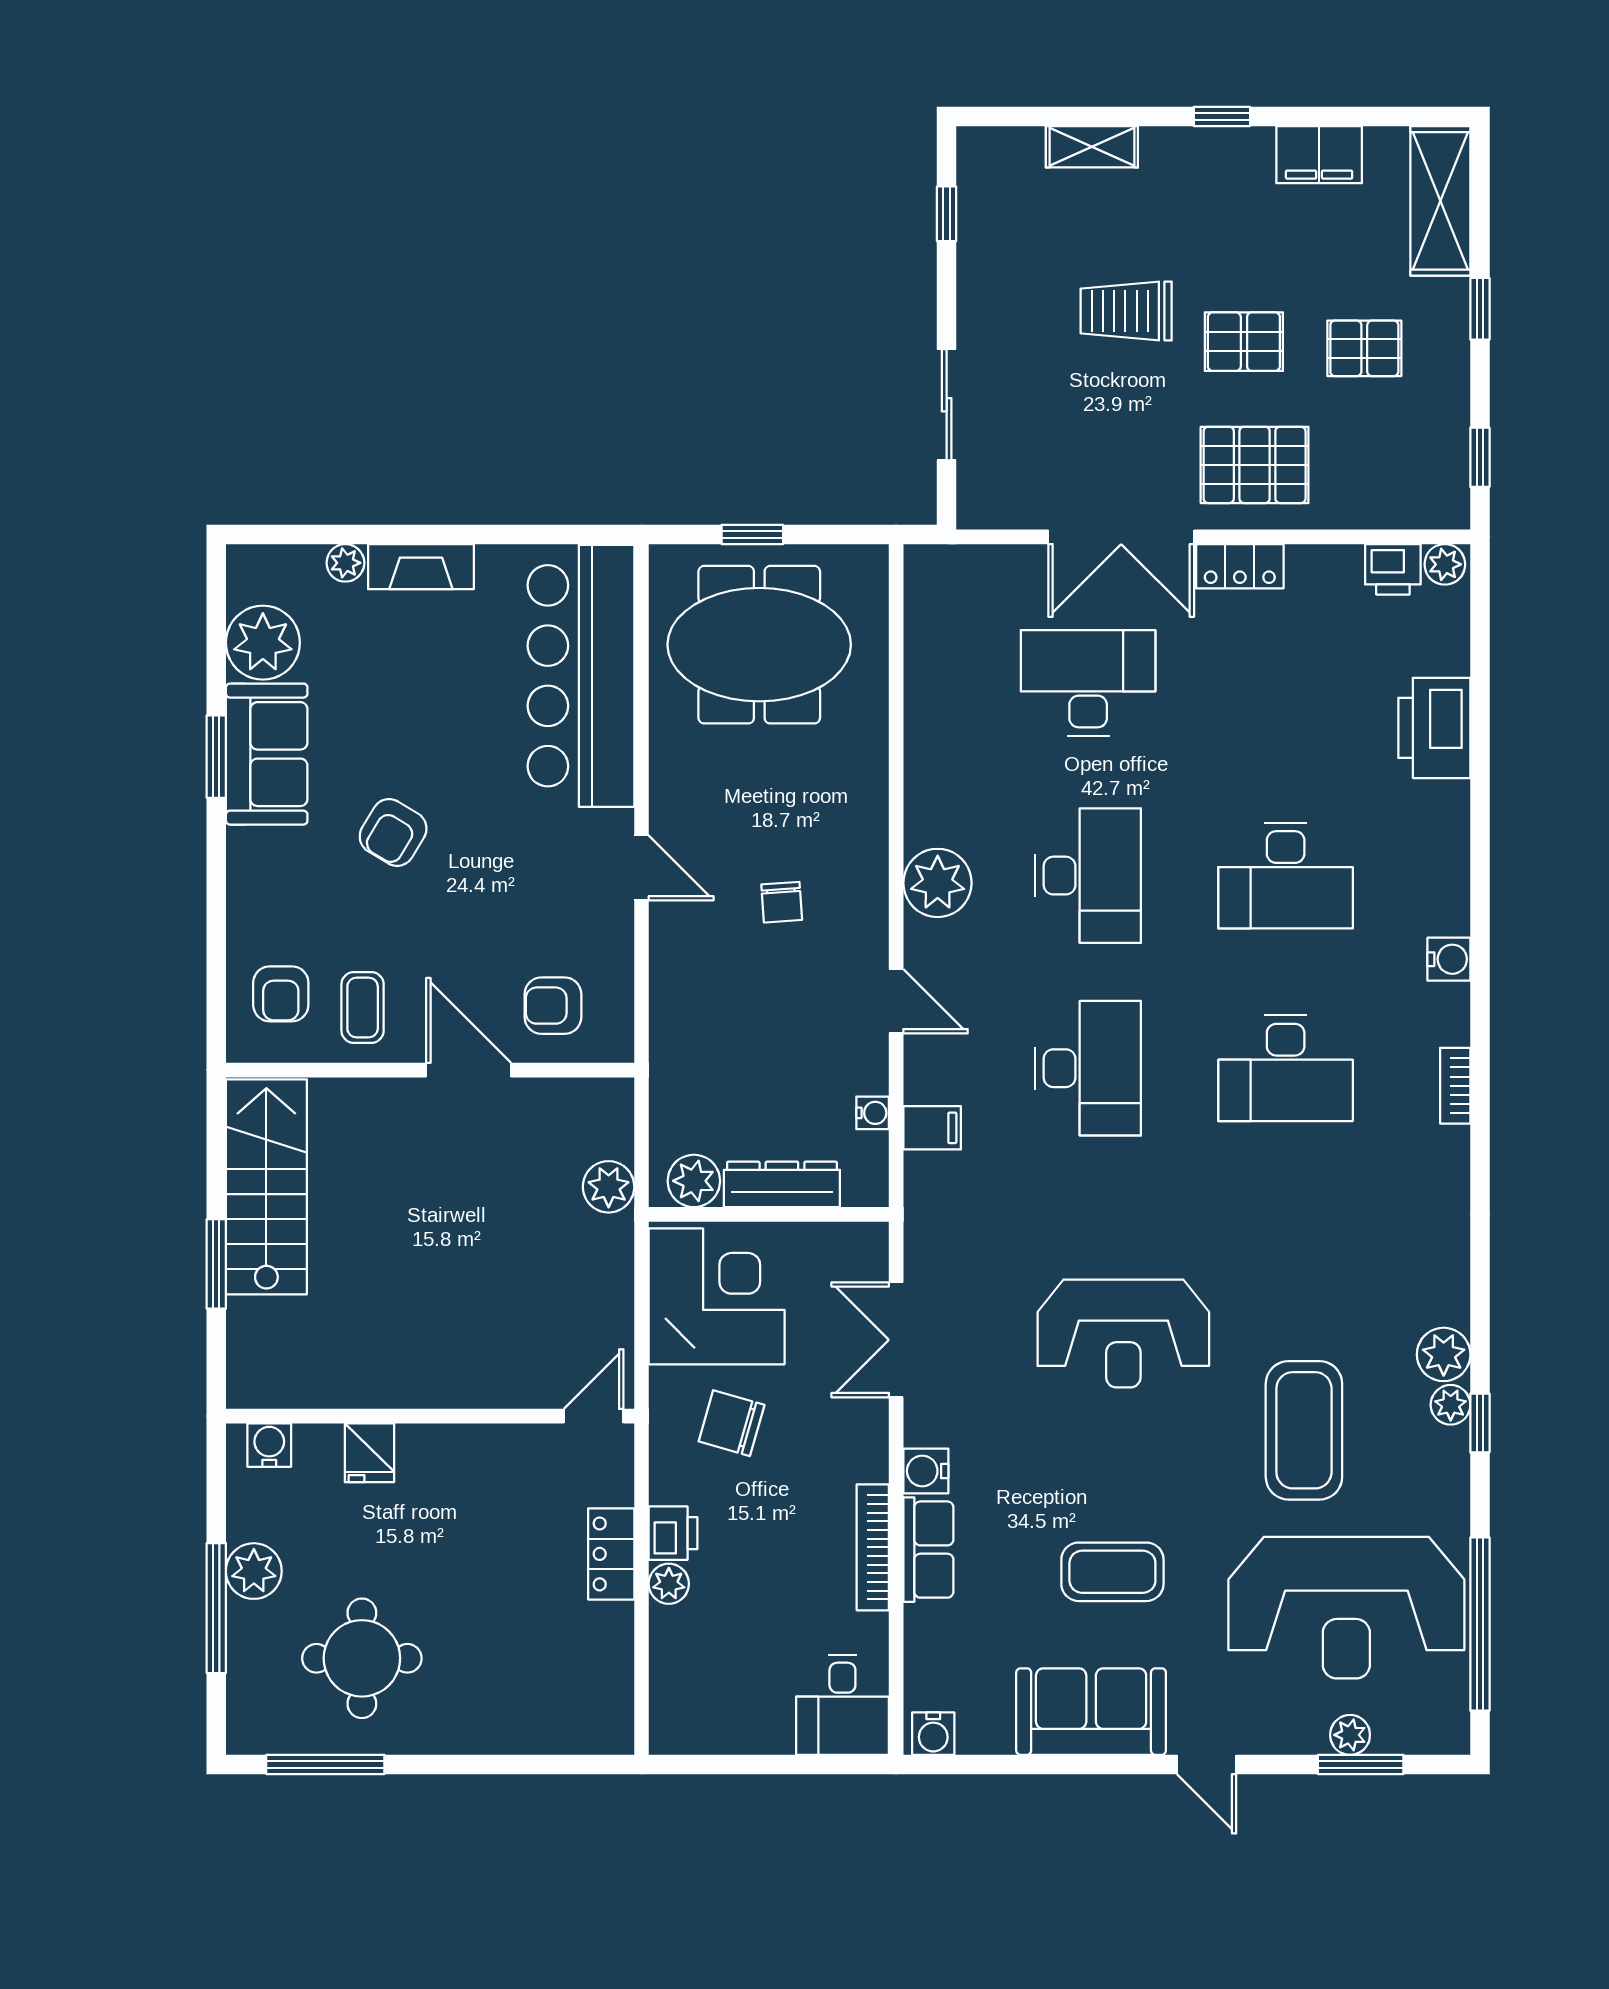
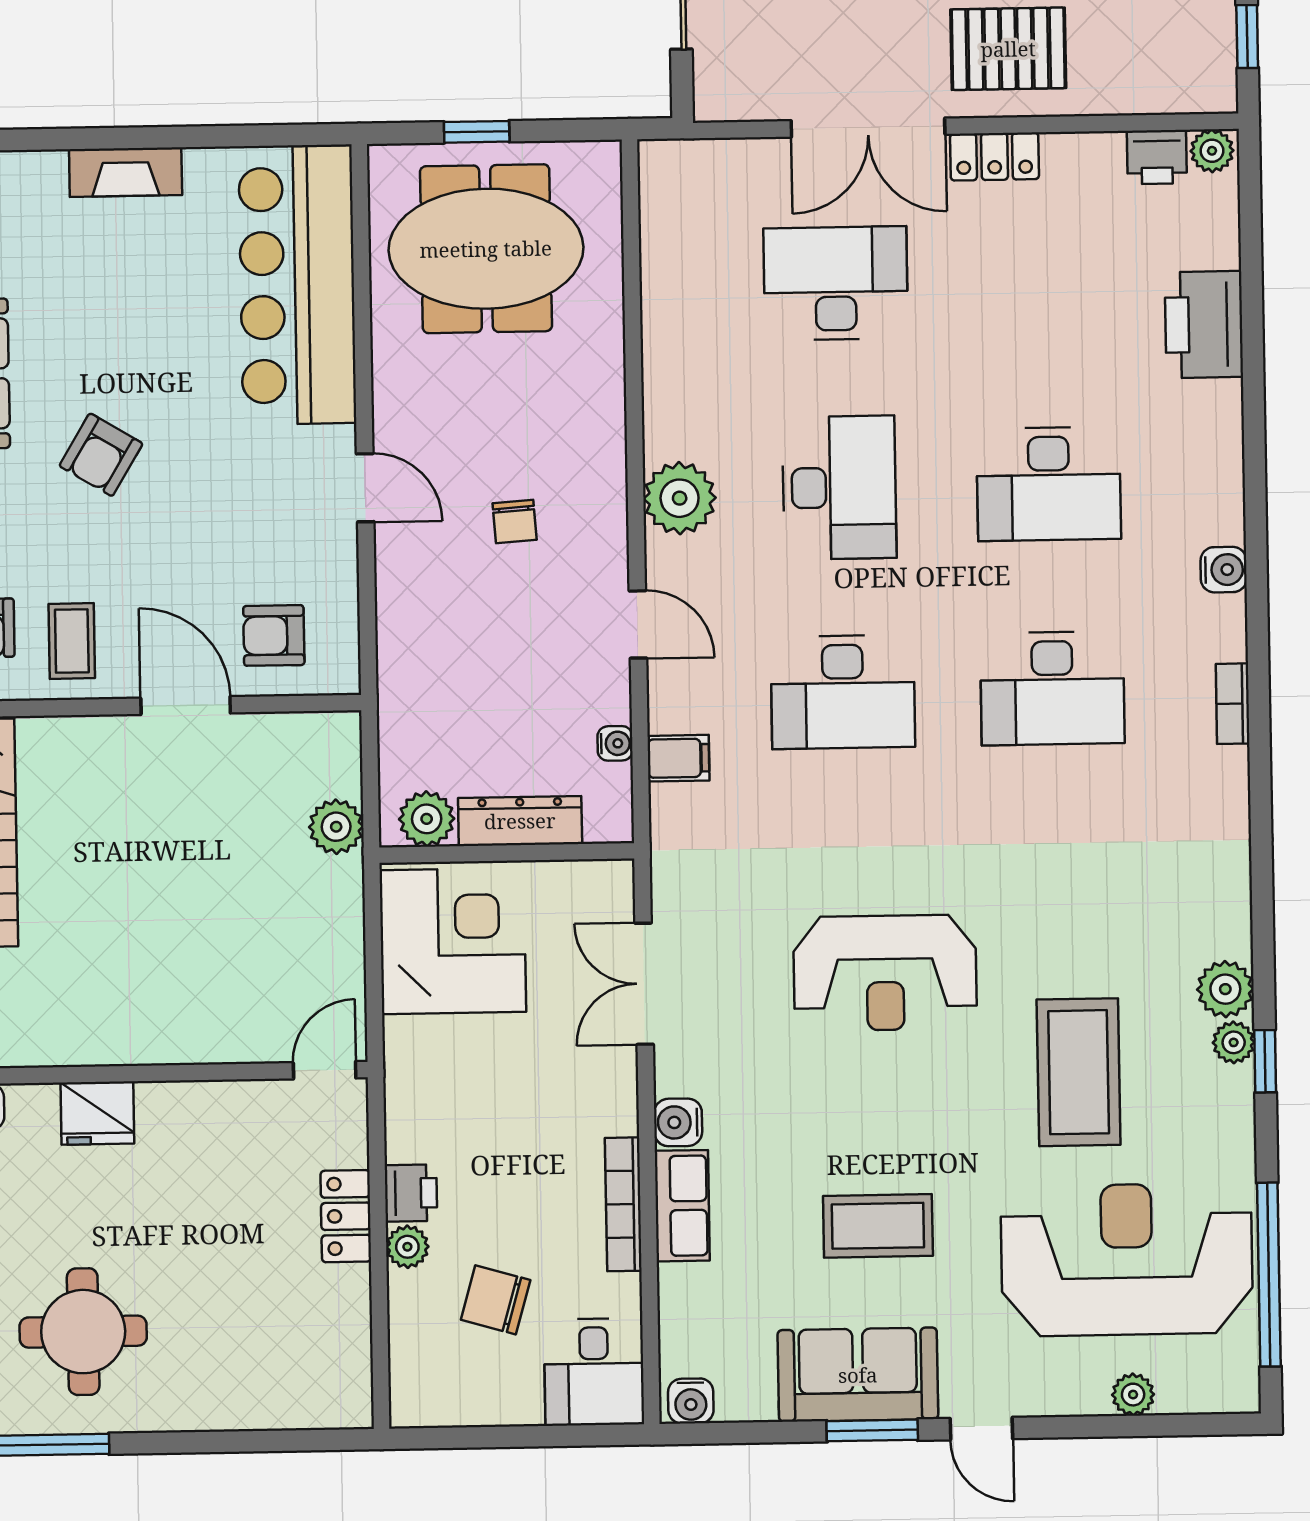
plant: (345, 563) -> (45, 170), removed
desk: (1088, 1068) -> (843, 692), turned 90
chair: (732, 1423) -> (496, 1300), moved
fridge: (369, 1453) -> (97, 1113), width x1.38
reception desk: (1346, 1608) -> (1127, 1260), turned 180
window: (1361, 1764) -> (872, 1430), moved

